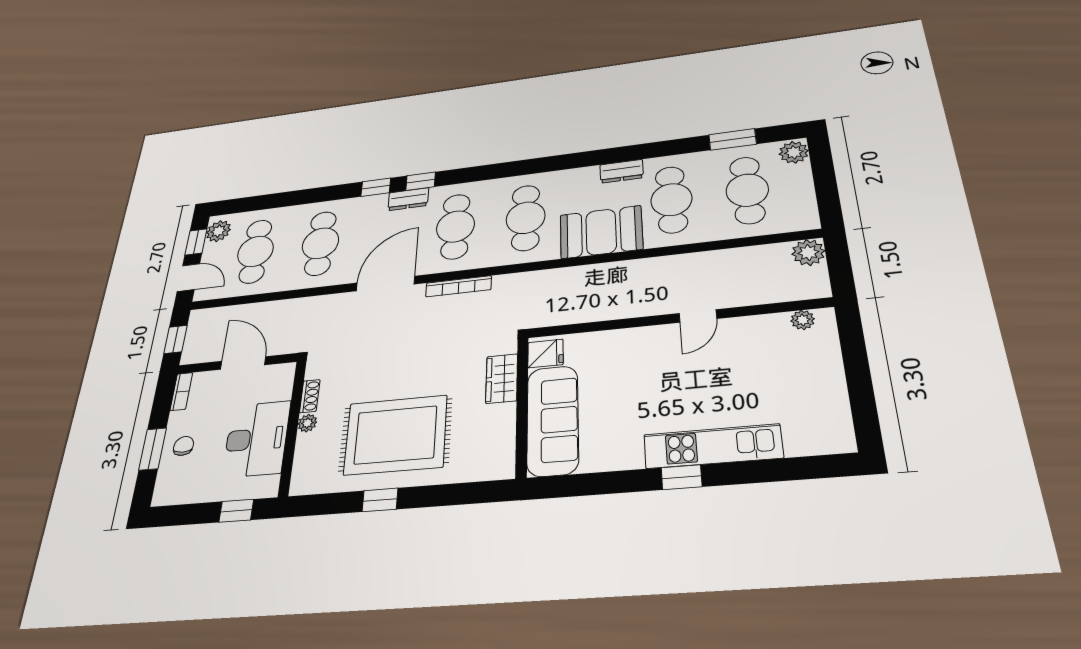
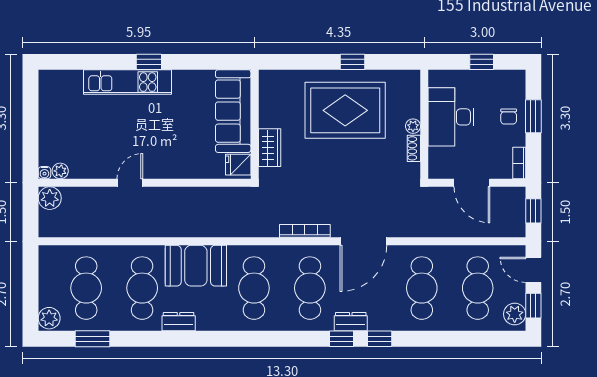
plant: (808, 252) -> (50, 198), moved
water cooler: (826, 315) -> (44, 173), added
window: (236, 511) -> (482, 62), moved

